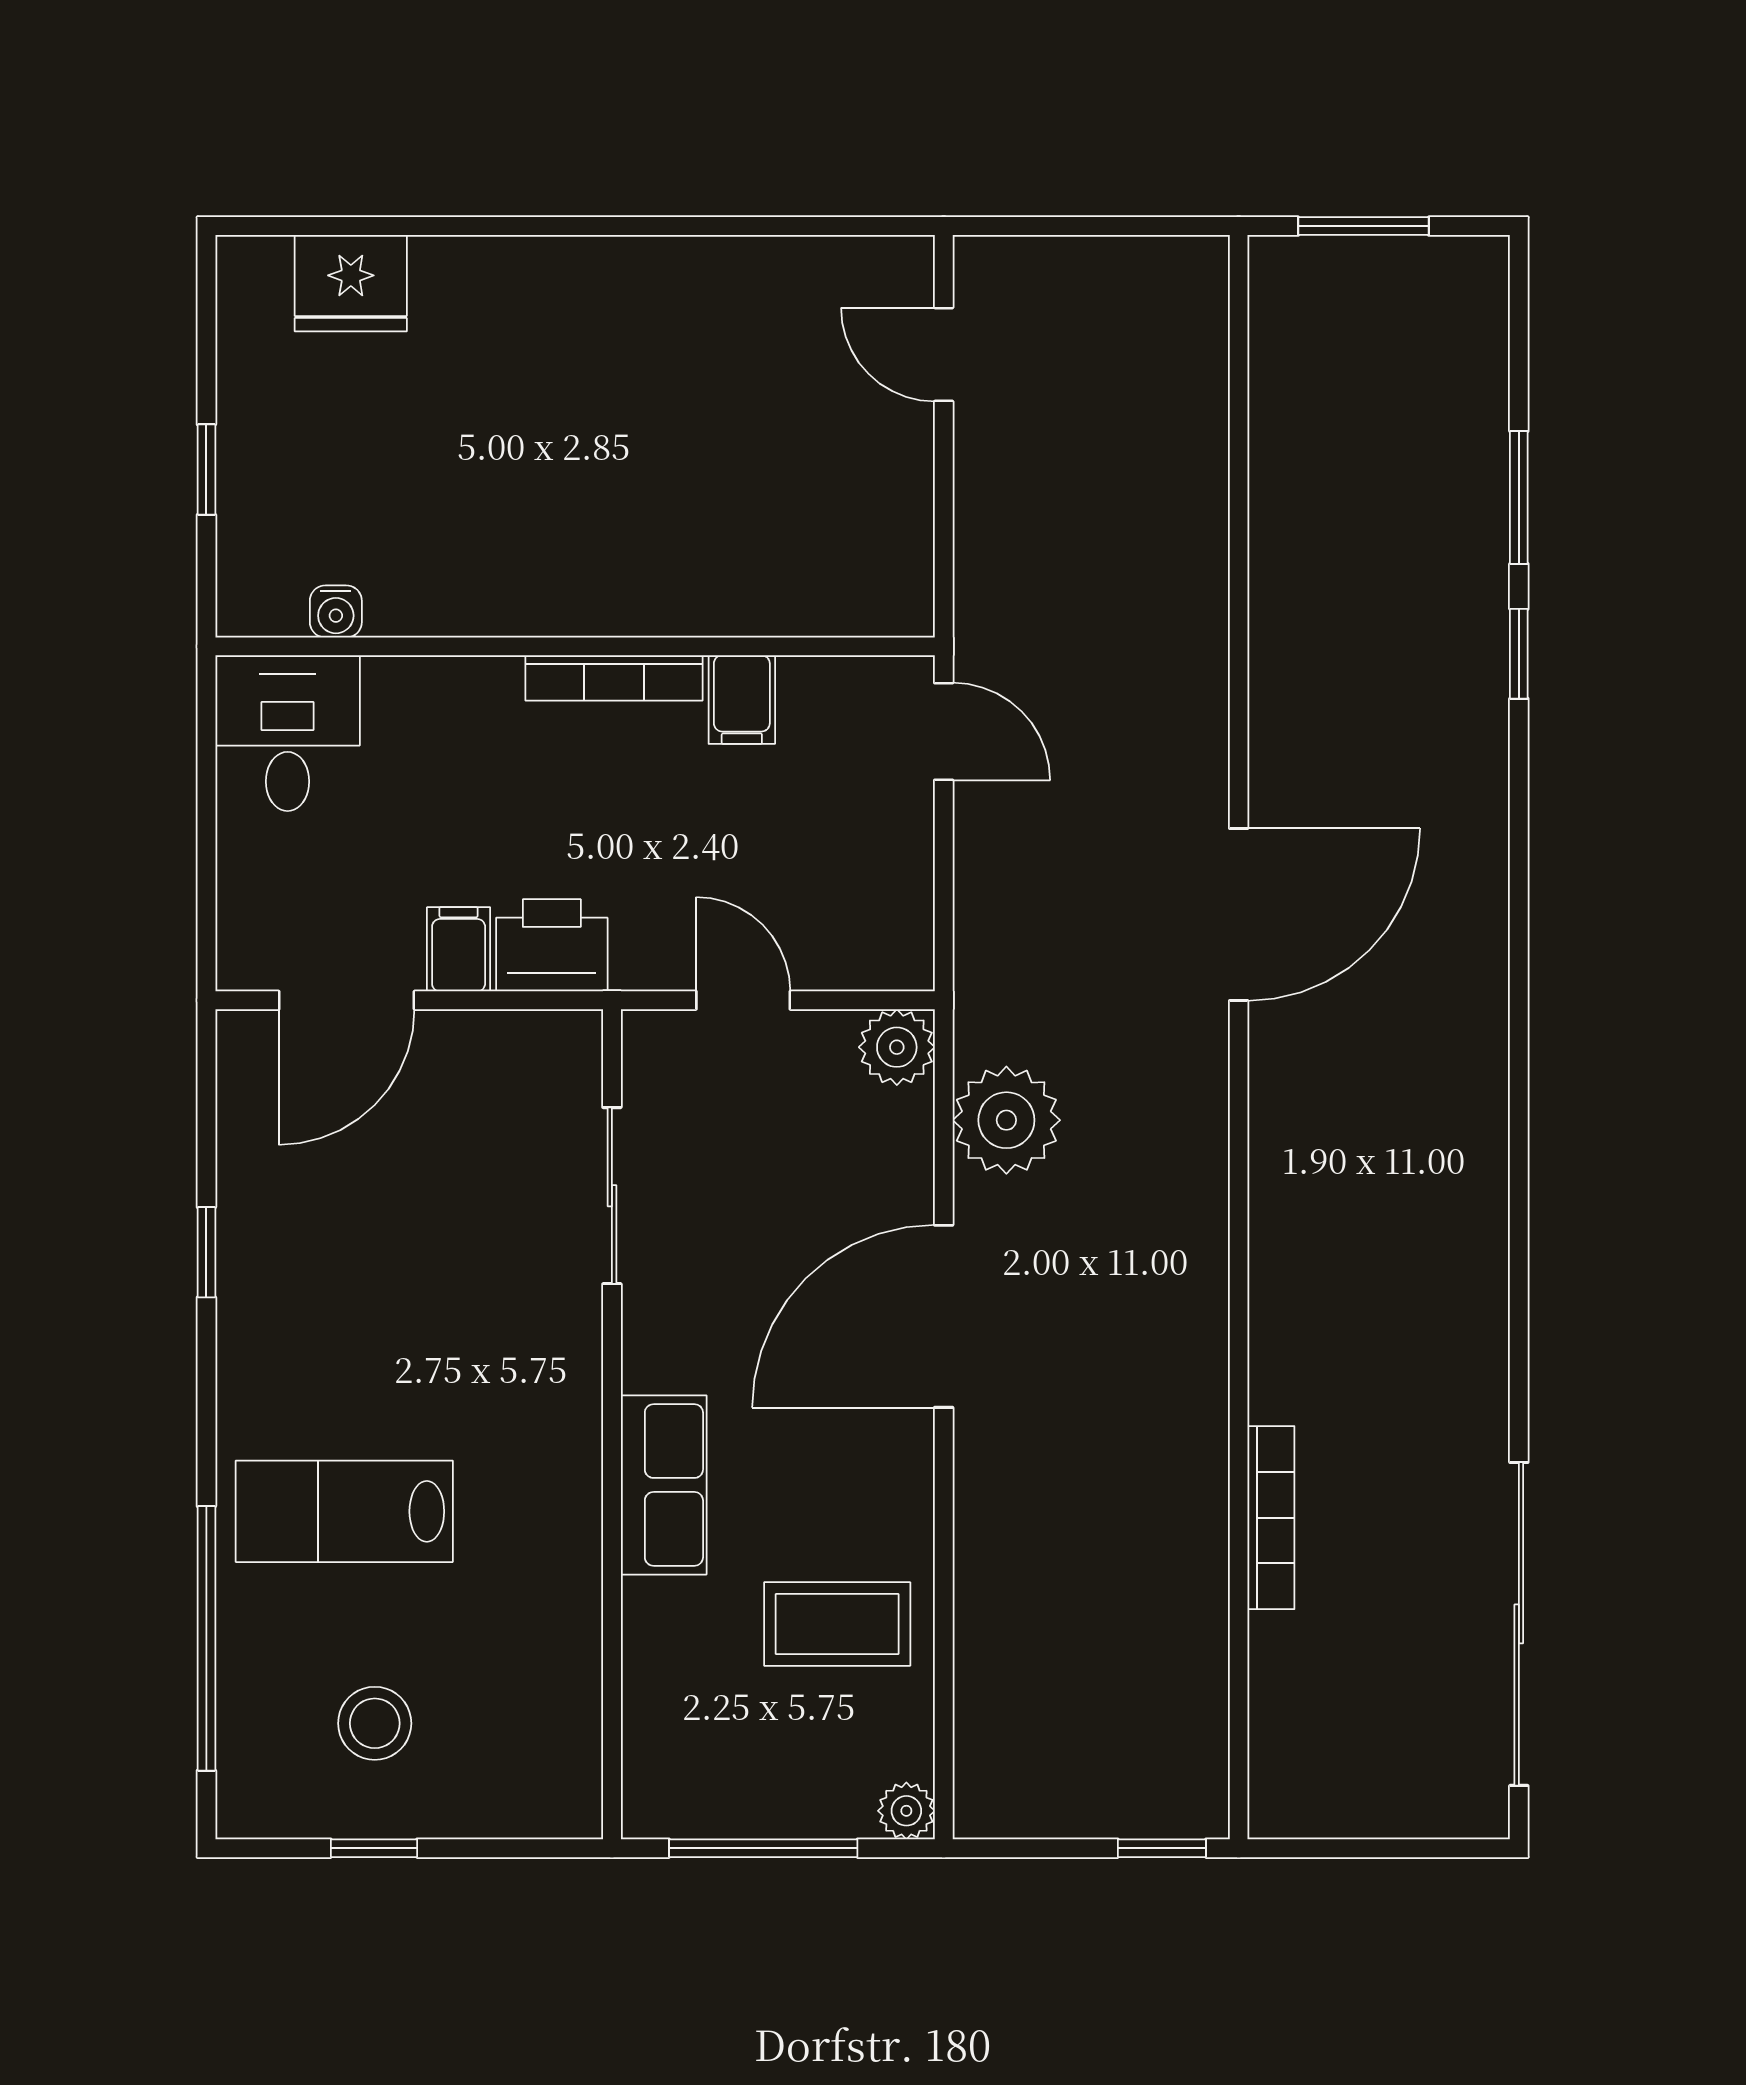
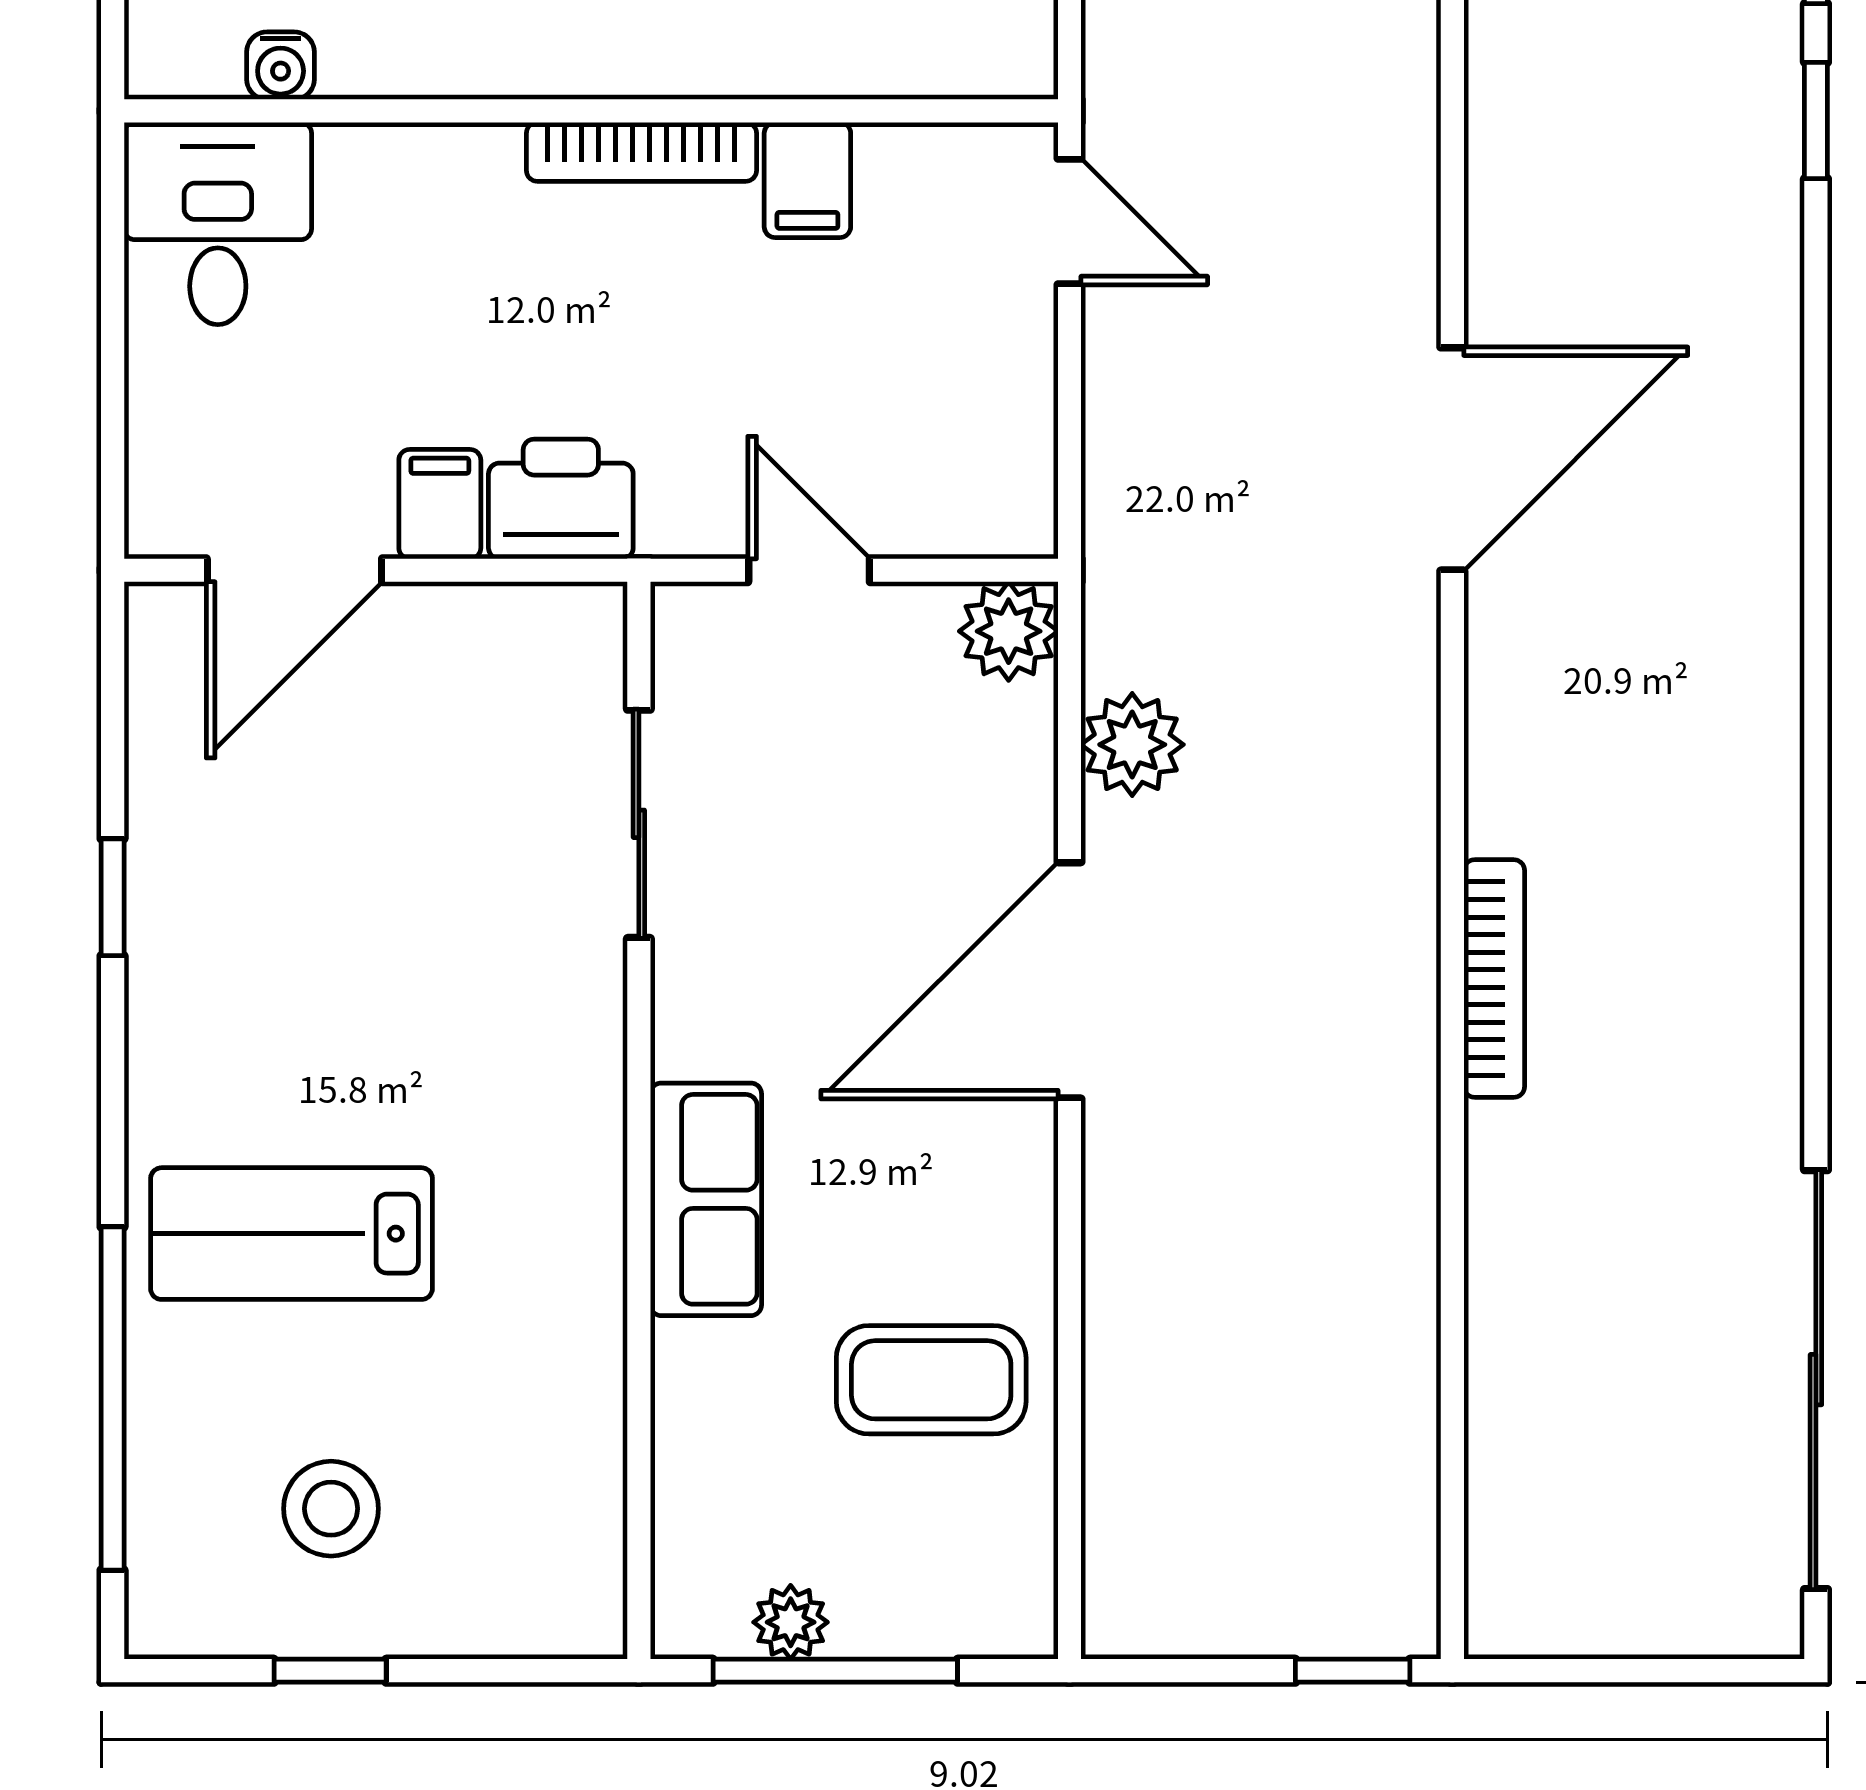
plant: (1006, 1120) -> (1132, 745), width x0.73, depth x0.73
bookcase: (1271, 1518) -> (1494, 979), moved
plant: (906, 1811) -> (791, 1622), moved

